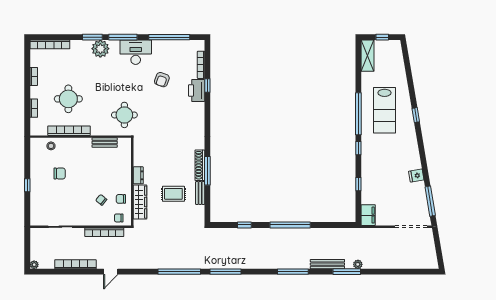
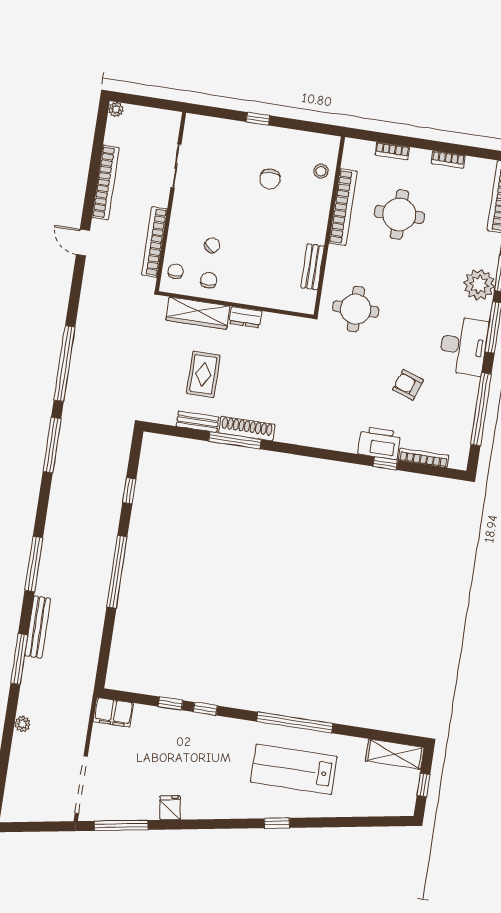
window: (358, 148) -> (205, 709), moved
plant: (358, 264) -> (22, 724), moved

